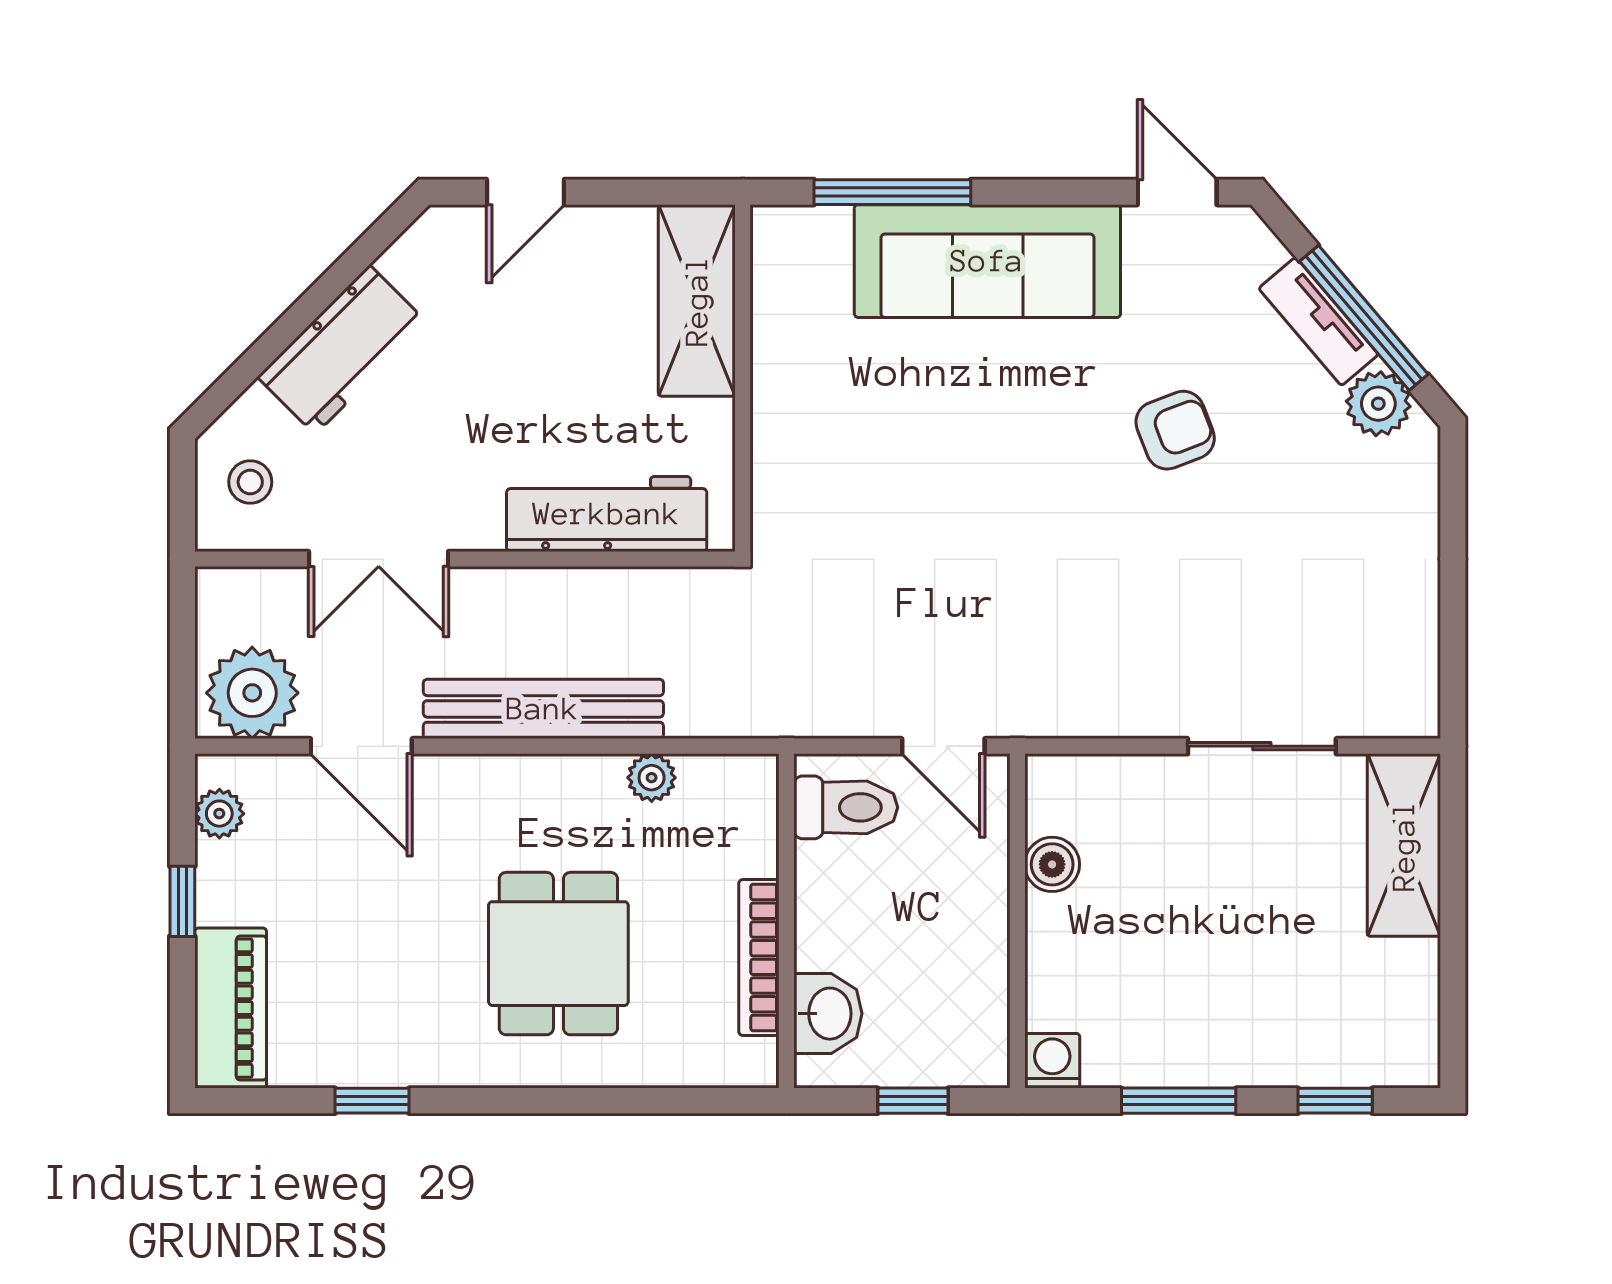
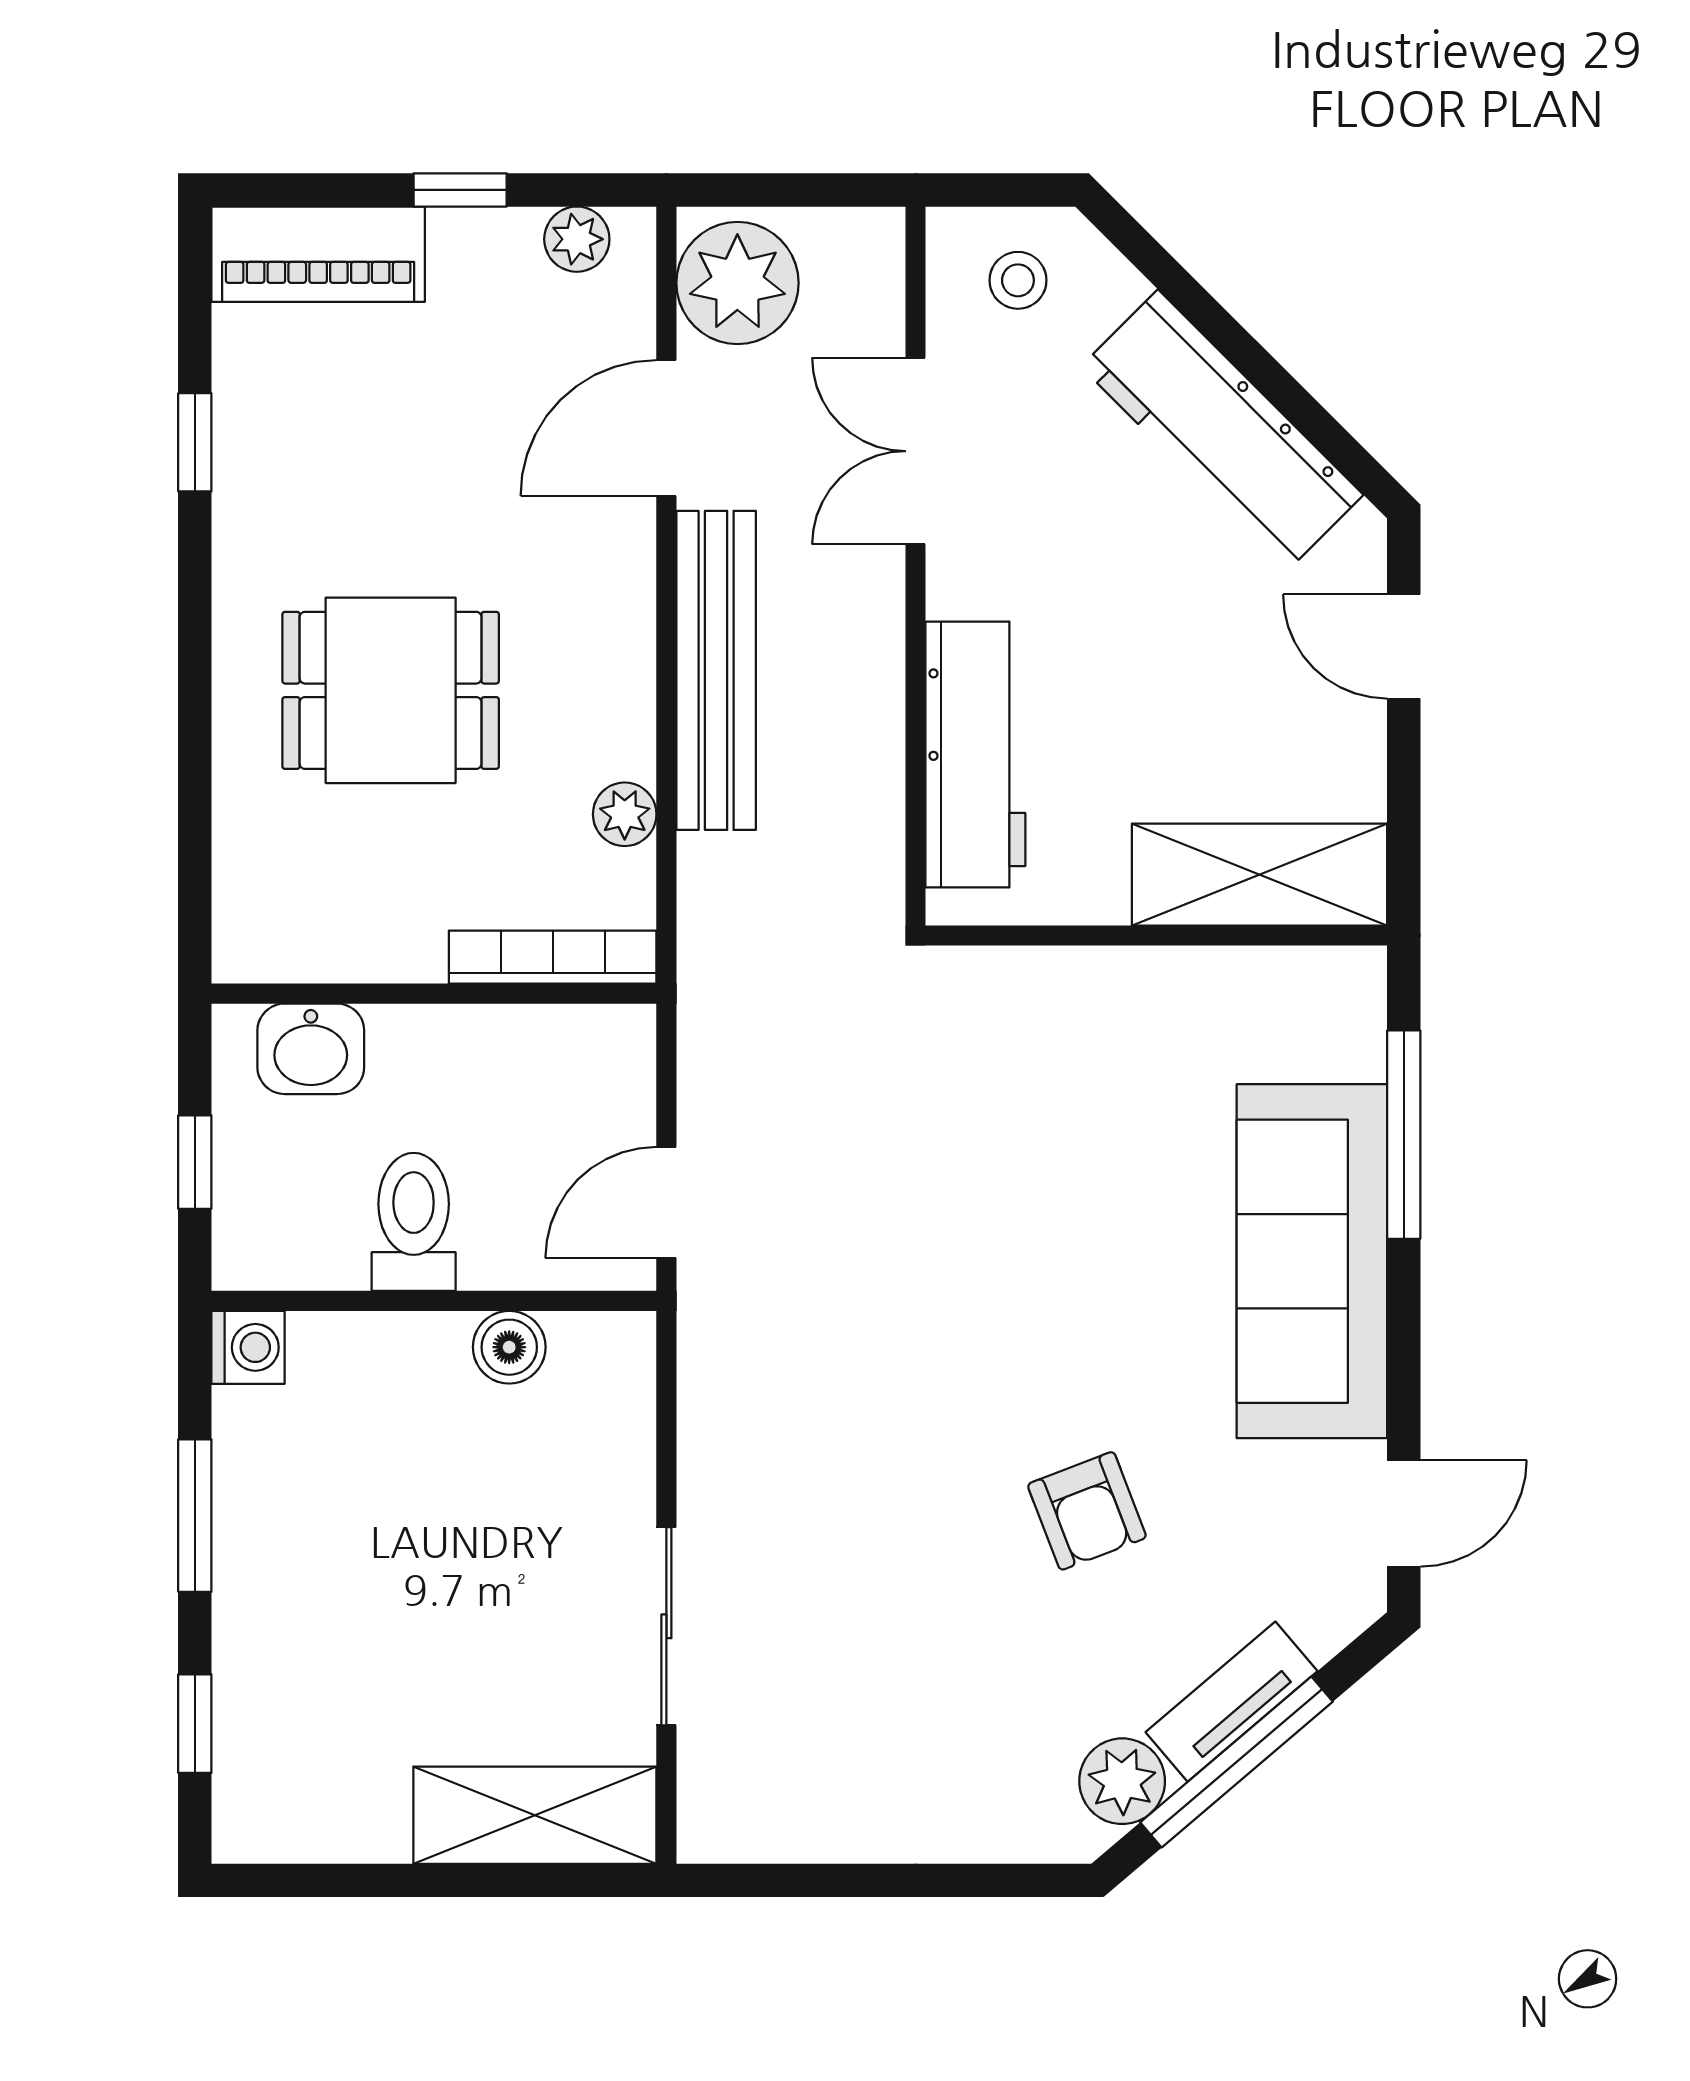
workbench: (342, 350) -> (1222, 431), width x1.38
toilet: (846, 807) -> (414, 1222), moved, turned 180
bookcase: (759, 958) -> (553, 957), moved

